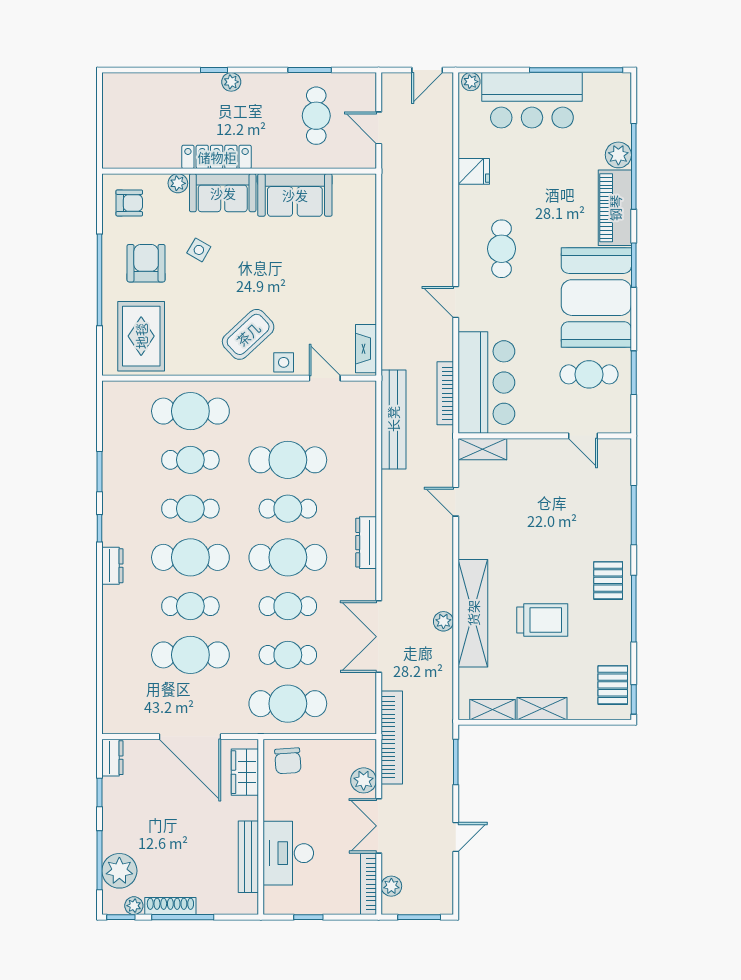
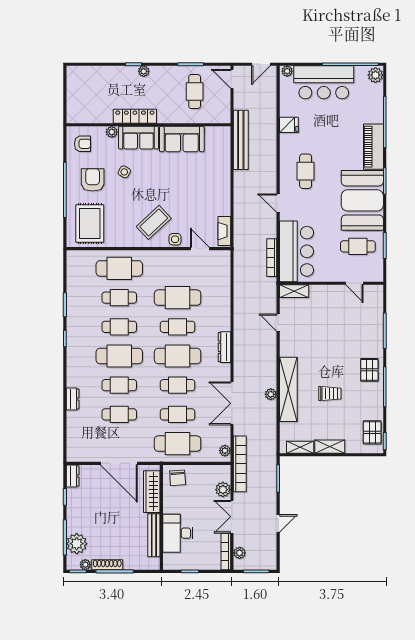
door: (379, 128) -> (232, 79), moved
plant: (618, 155) -> (375, 75), moved
bench: (393, 419) -> (241, 140), moved
dresser: (112, 566) -> (73, 399), moved
trolley: (542, 620) -> (330, 394), width x0.73, depth x0.72
cafe table: (190, 655) -> (119, 414), width x0.73, depth x0.74
plant: (367, 715) -> (225, 451), added
wardrobe: (245, 772) -> (152, 492), width x1.50

